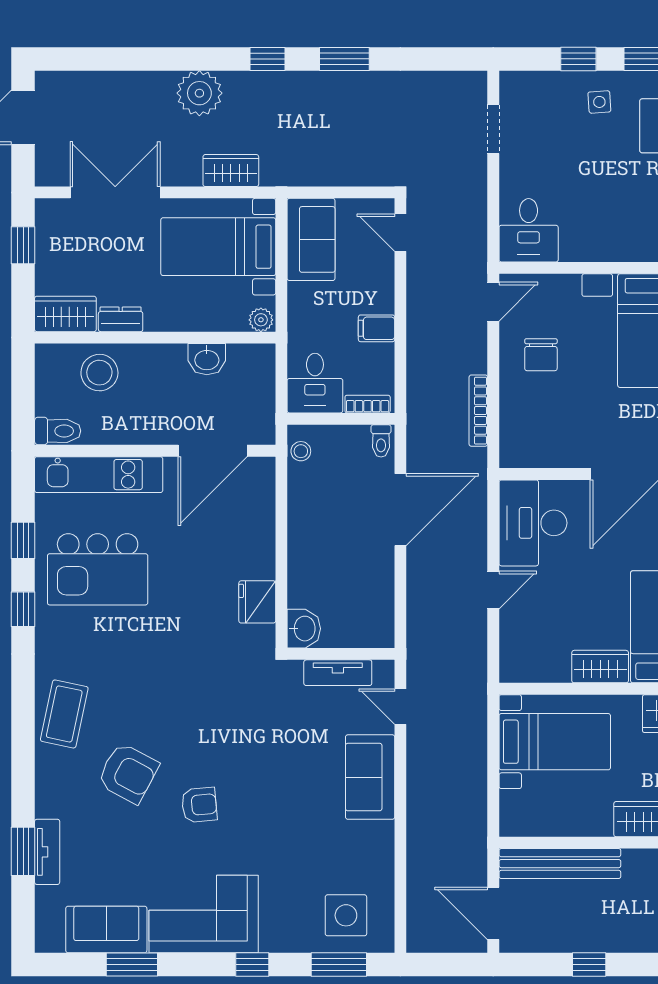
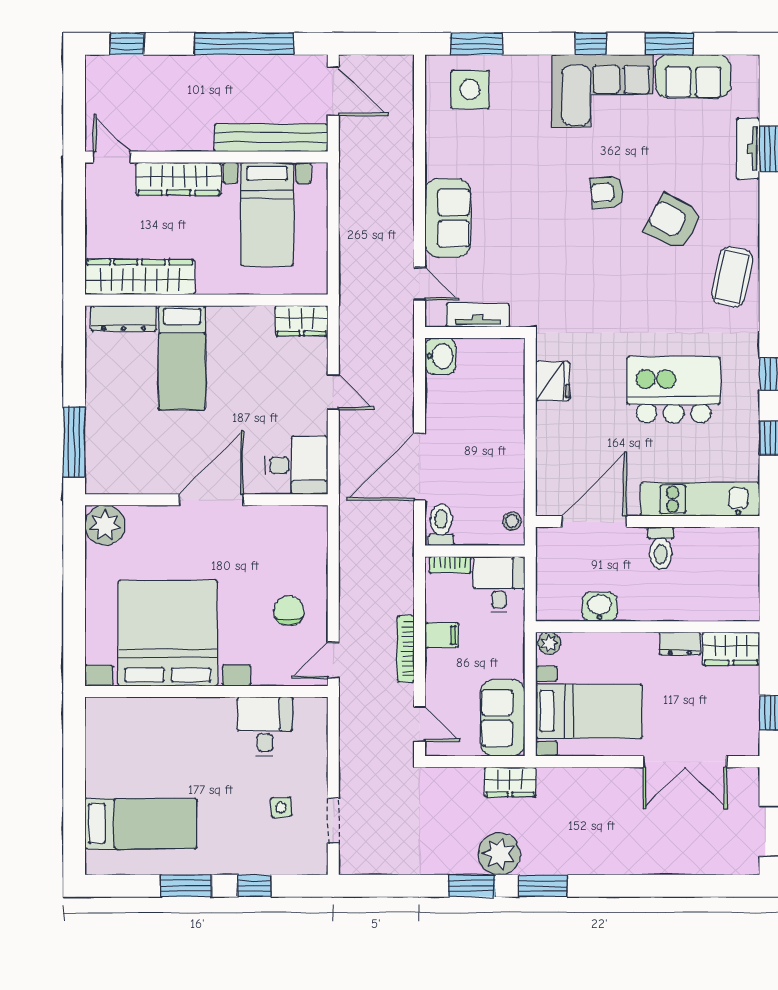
window: (268, 59) -> (543, 886), width x1.50
plant: (199, 93) -> (499, 854), moved
side table: (599, 102) -> (281, 807), moved
wardrobe: (231, 171) -> (510, 782), moved
desk: (529, 230) -> (265, 726), moved
stool: (99, 373) -> (699, 594), removed
bookcase: (478, 411) -> (406, 649), moved, turned 180
toilet: (58, 431) -> (661, 548), moved, turned -90
toilet: (381, 441) -> (441, 525), width x1.37, depth x1.39
desk: (533, 523) -> (296, 465), width x0.73
kitchen island: (98, 569) -> (674, 390), moved
door: (493, 590) -> (333, 392), swing flipped
washbasin: (304, 629) -> (440, 356), moved, turned 180
wardrobe: (600, 667) -> (302, 321), moved
bed with nightstands: (555, 742) -> (267, 214), moved, turned -90
window: (252, 965) -> (591, 44), moved
window: (589, 965) -> (244, 44), width x3.17

